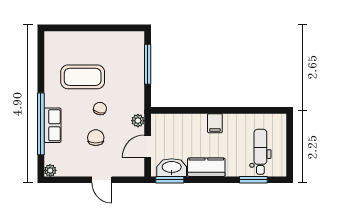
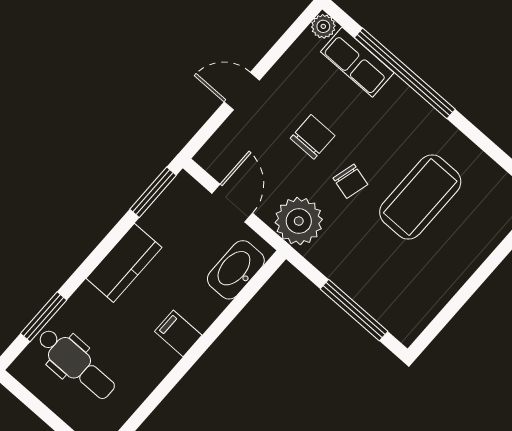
plant: (138, 121) -> (299, 221), width x1.88, depth x1.88
row of seats: (52, 125) -> (357, 62), moved
chair: (96, 138) -> (313, 137), turned -90
washbasin: (172, 168) -> (236, 270), moved, turned 180

